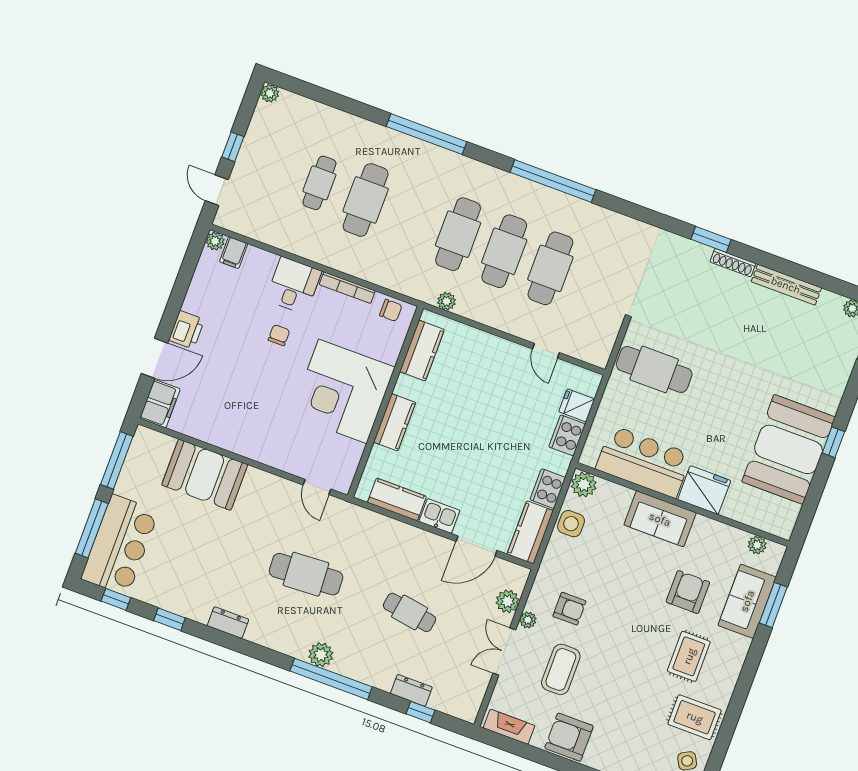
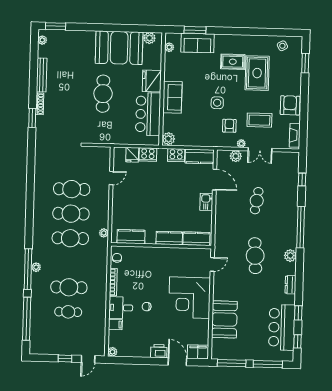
plant: (270, 93) -> (36, 267), moved
window: (553, 181) -> (27, 319), moved
filing cabinet: (234, 253) -> (115, 324), moved
cafe table: (654, 369) -> (103, 94), moved
corner desk: (343, 391) -> (190, 298), moved, turned 90
window: (833, 442) -> (109, 28), removed
kitchen counter: (397, 499) -> (196, 239), moved, turned 90
plant: (787, 513) -> (149, 38), added
side table: (571, 524) -> (217, 103), moved
bar counter: (120, 545) -> (282, 327), moved, turned -90
armchair: (688, 592) -> (203, 72), removed
plant: (321, 655) -> (290, 256), moved
dresser: (411, 690) -> (293, 187), removed
rug: (695, 717) -> (257, 73), moved, width x1.36, depth x1.43
armchair: (569, 737) -> (290, 105), turned 180

